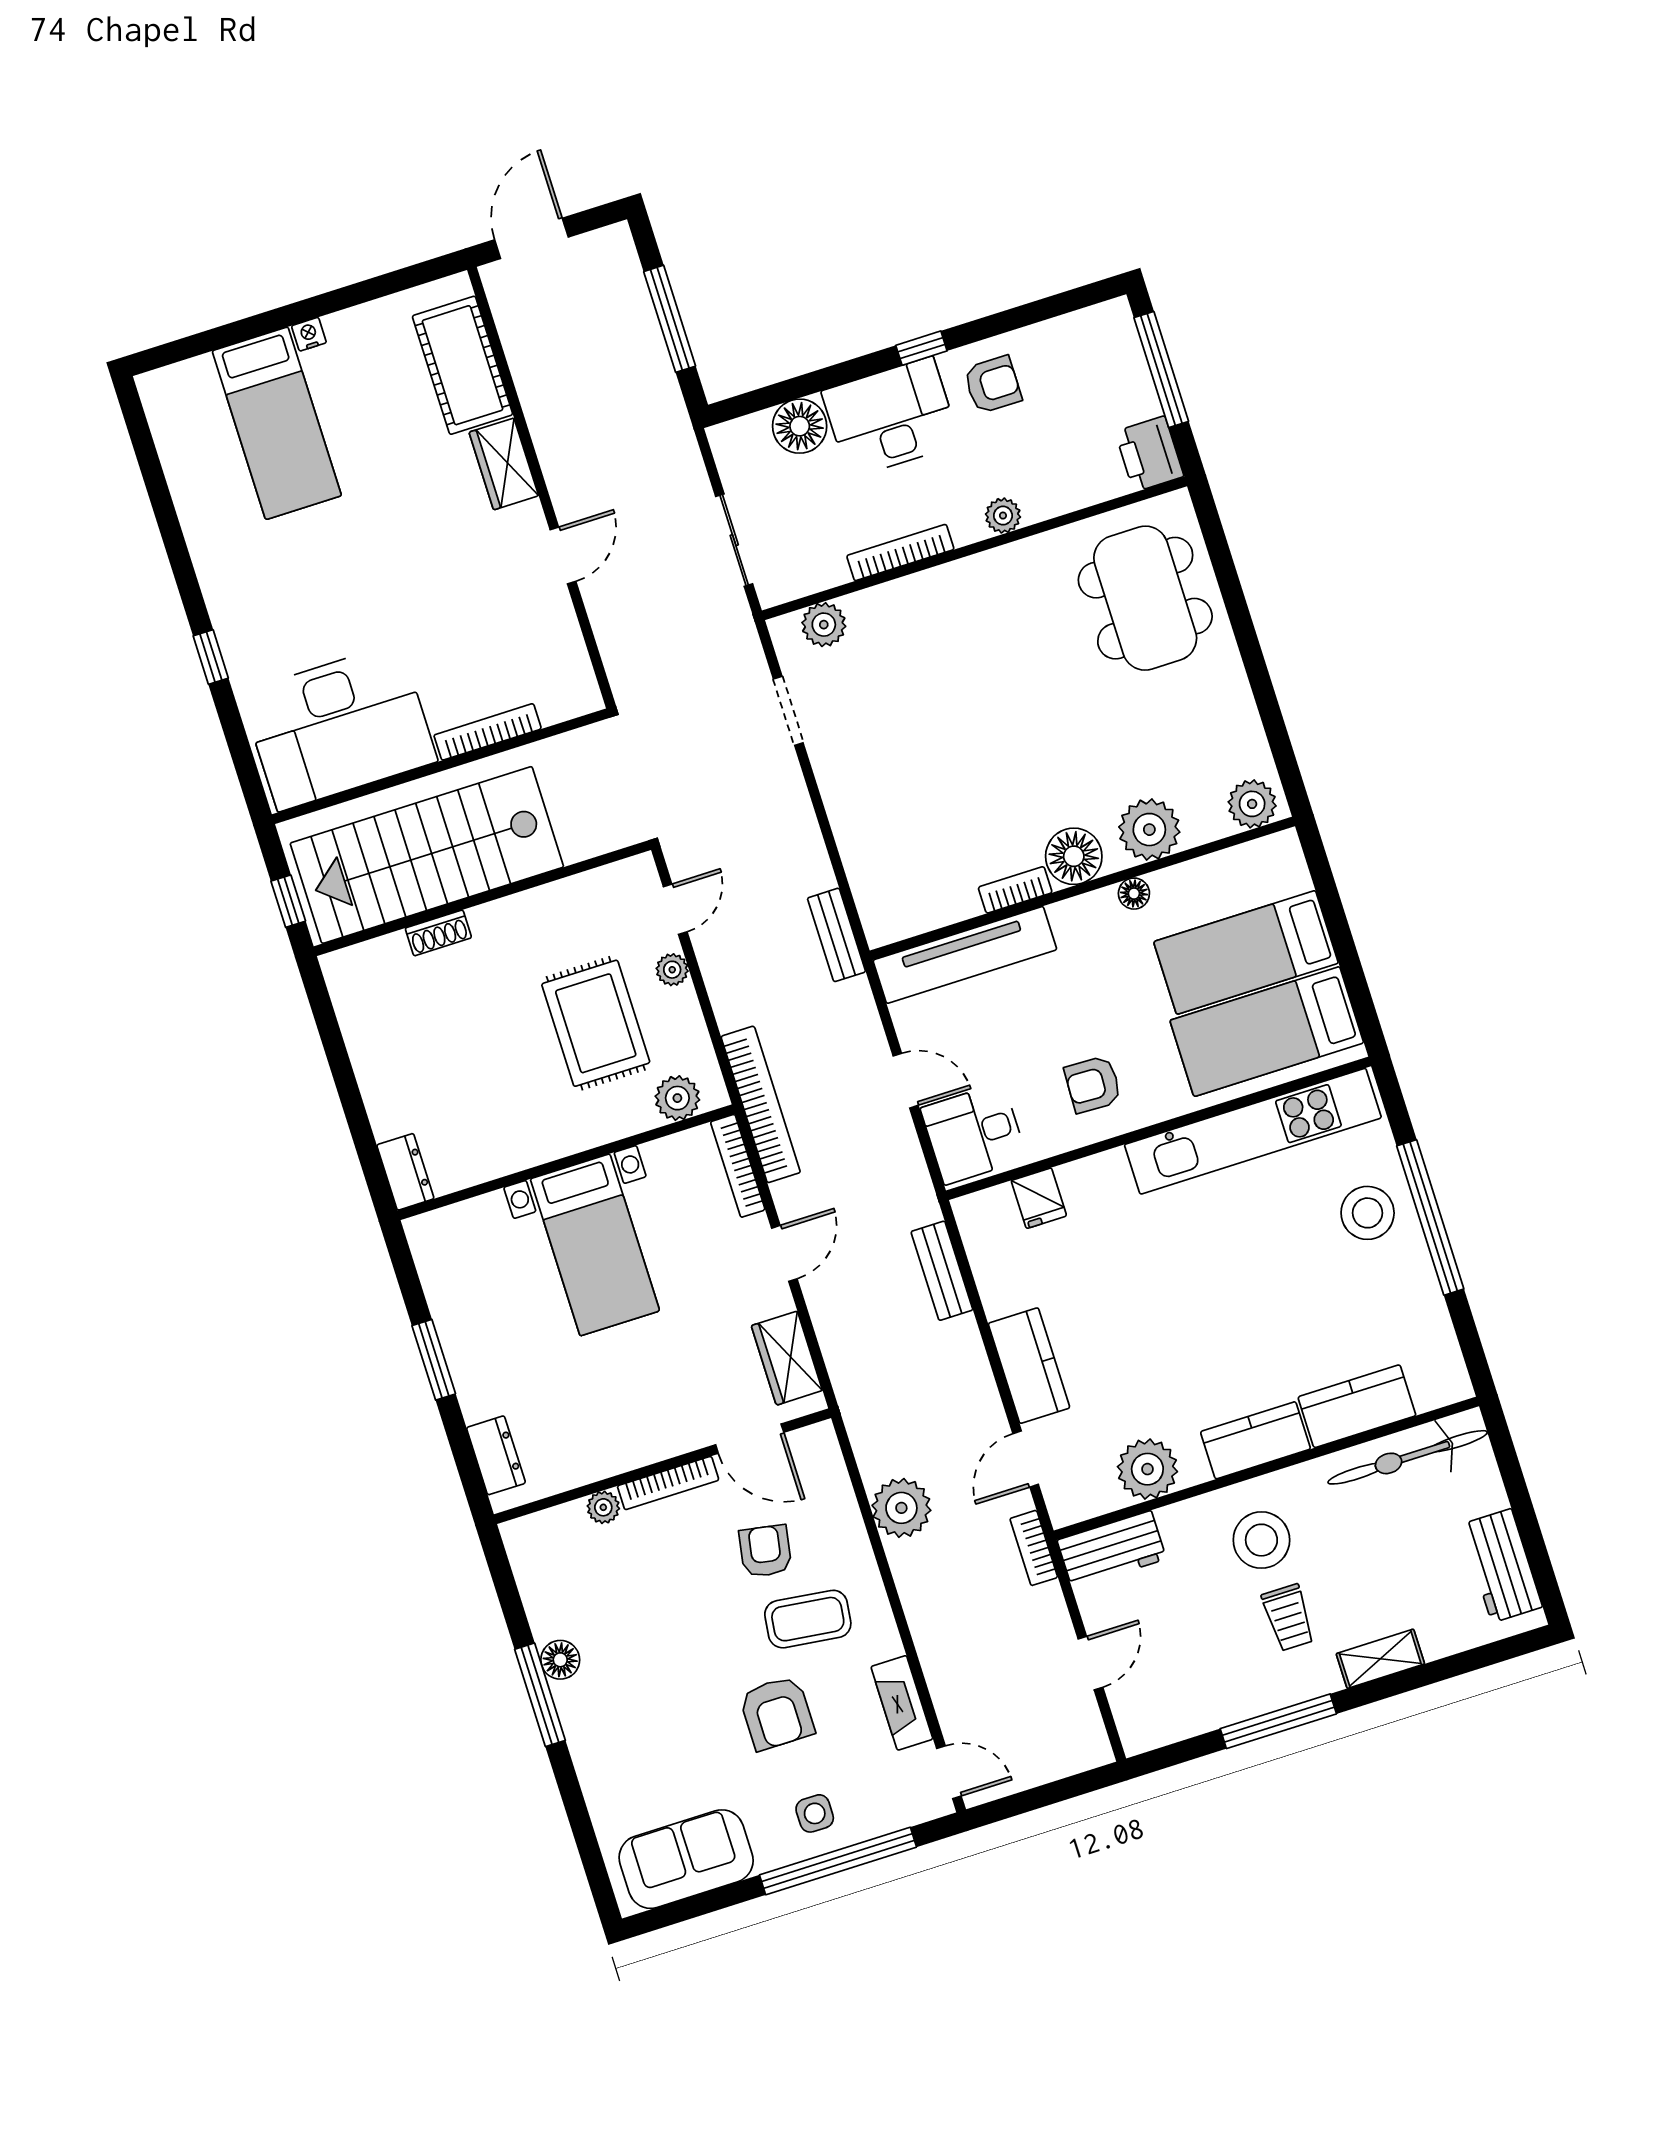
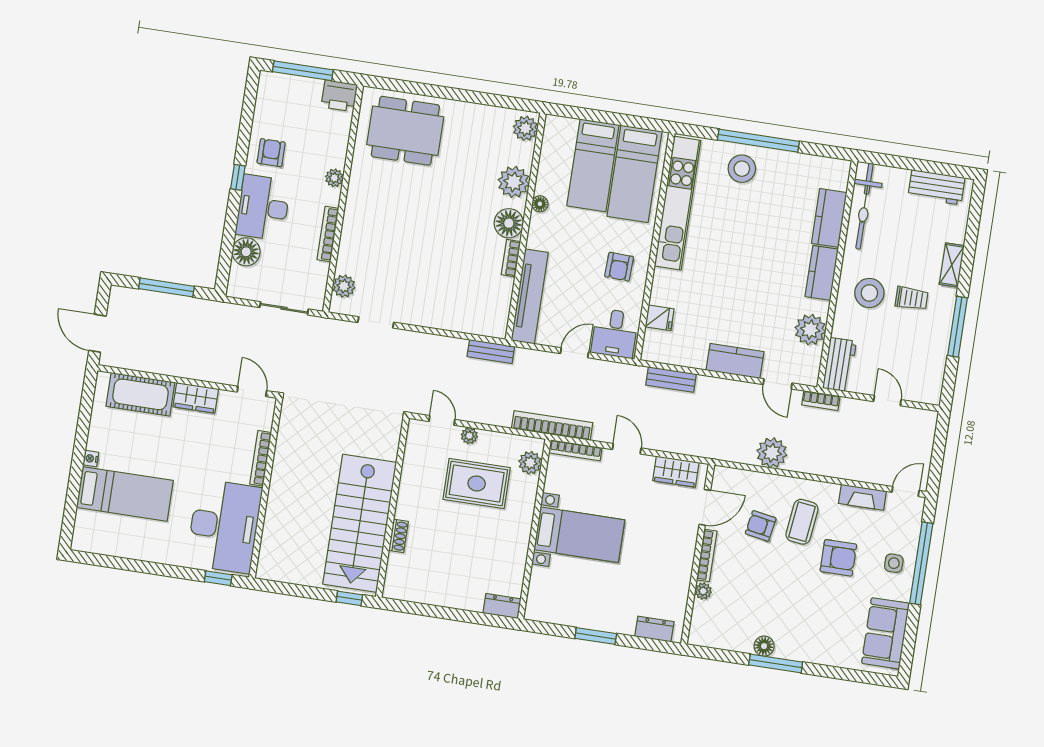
desk: (339, 727) -> (224, 526), moved
bookcase: (488, 732) -> (261, 458), moved
wall: (440, 766) -> (266, 488), moved

